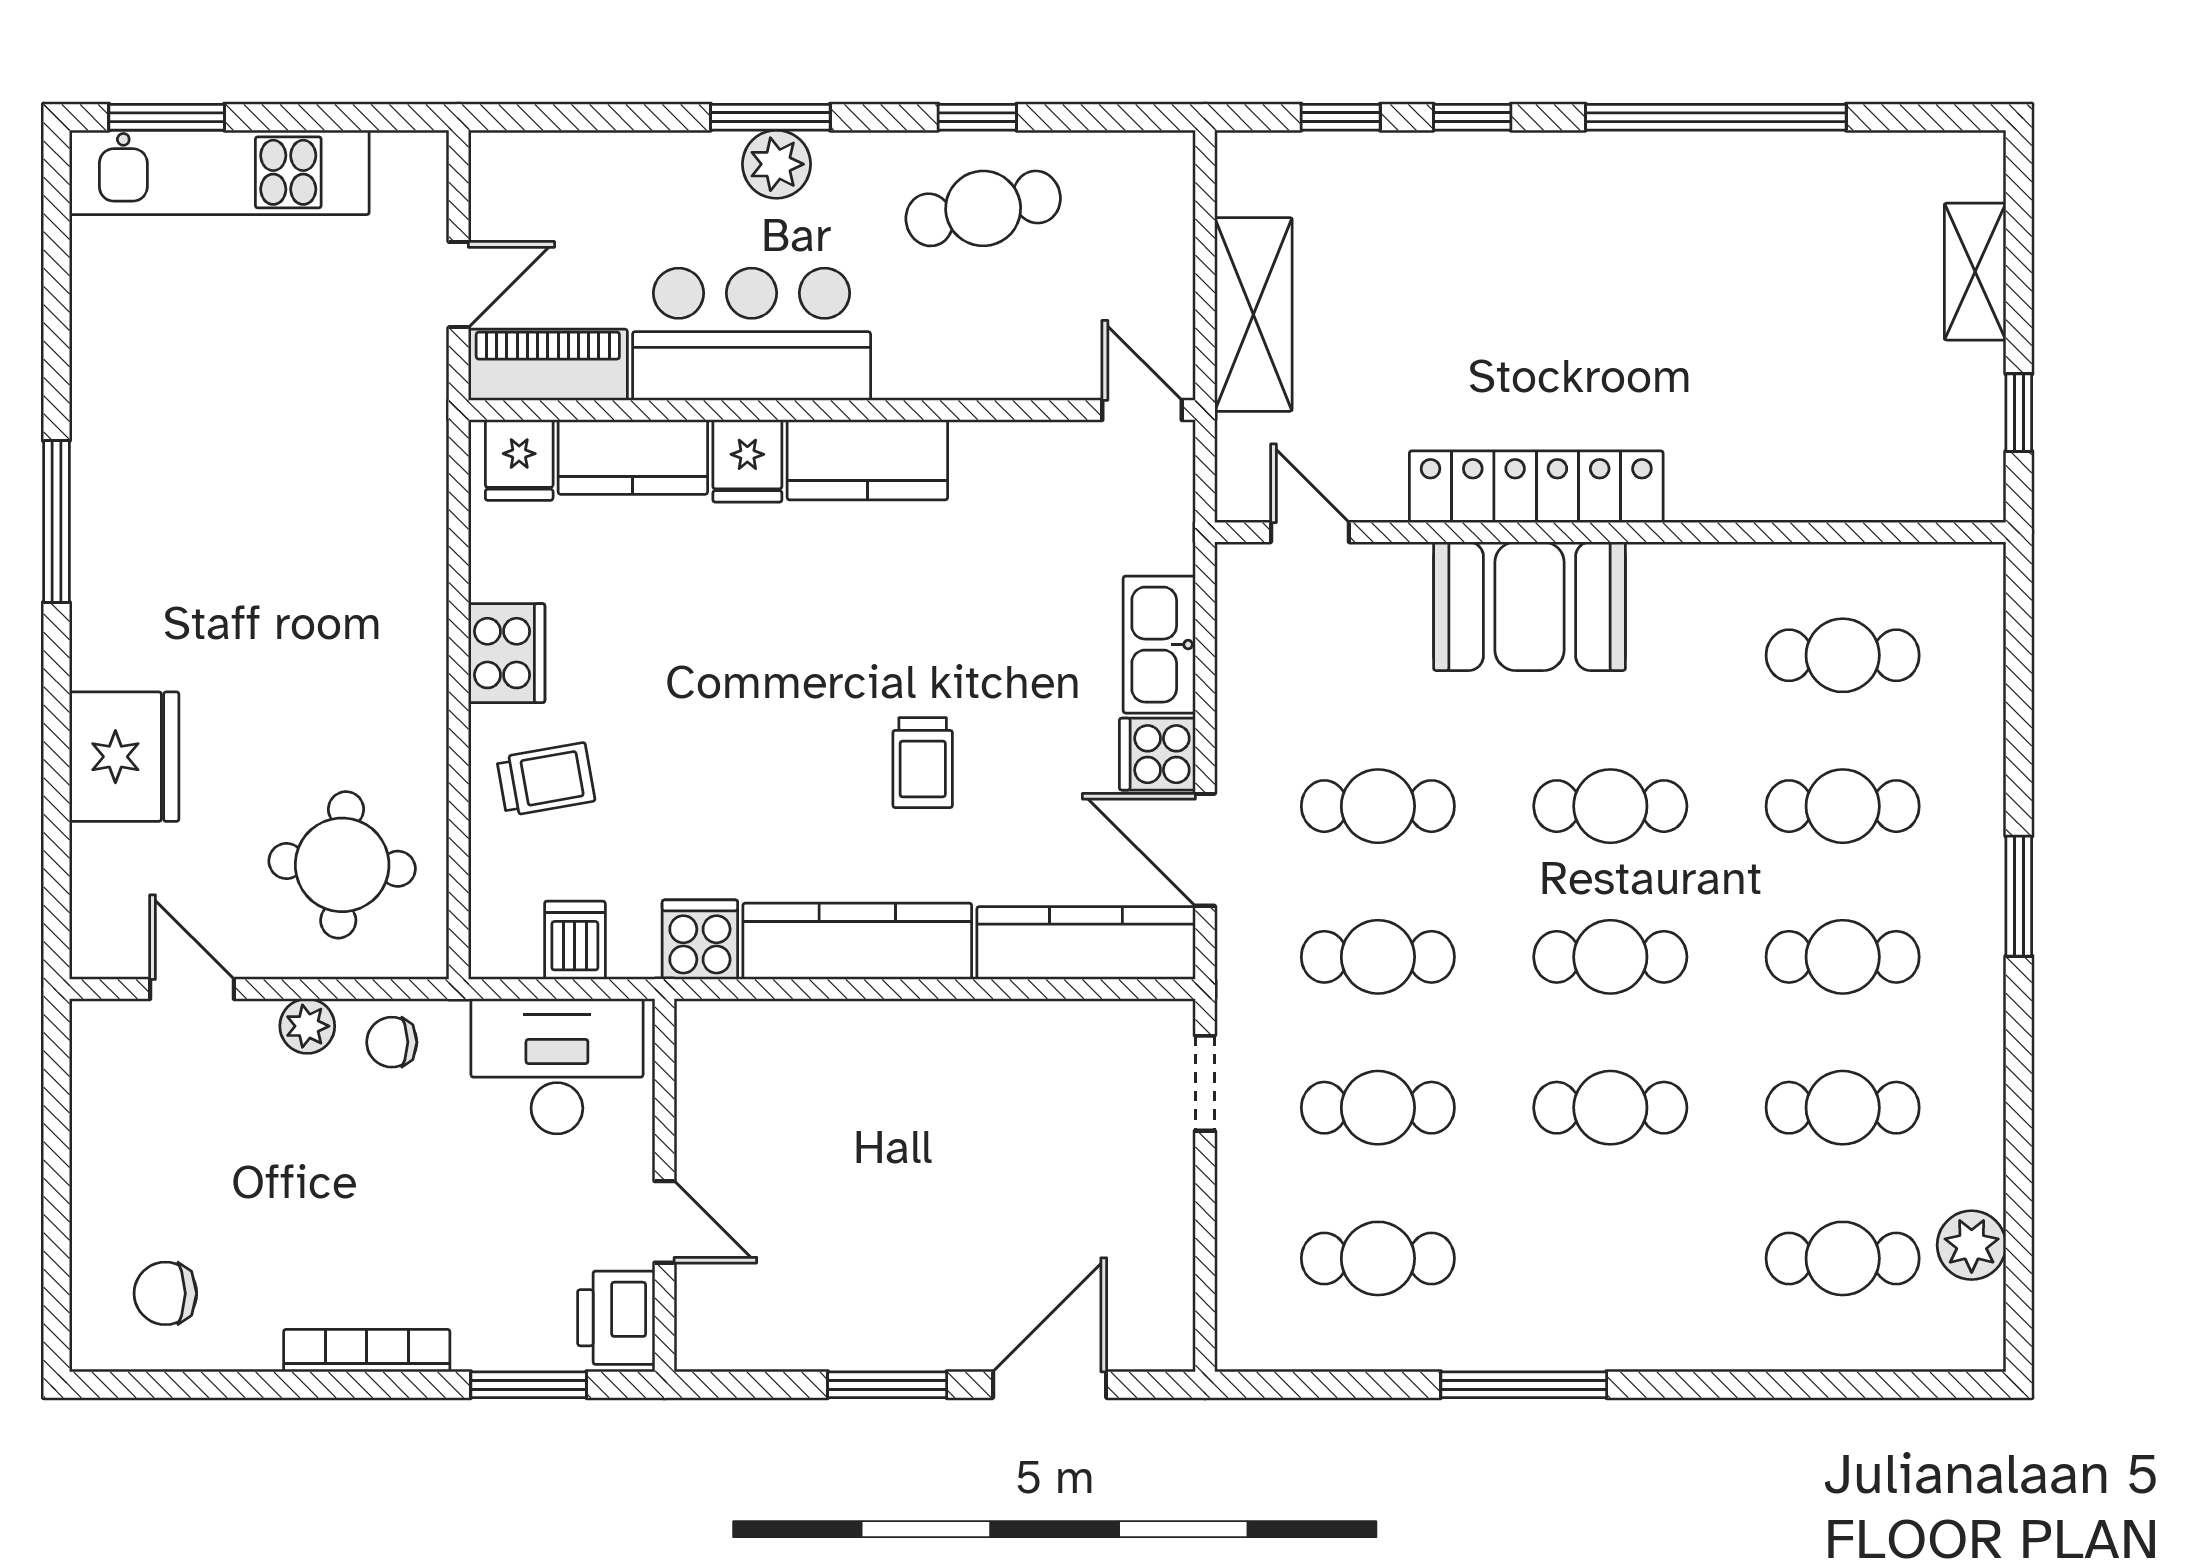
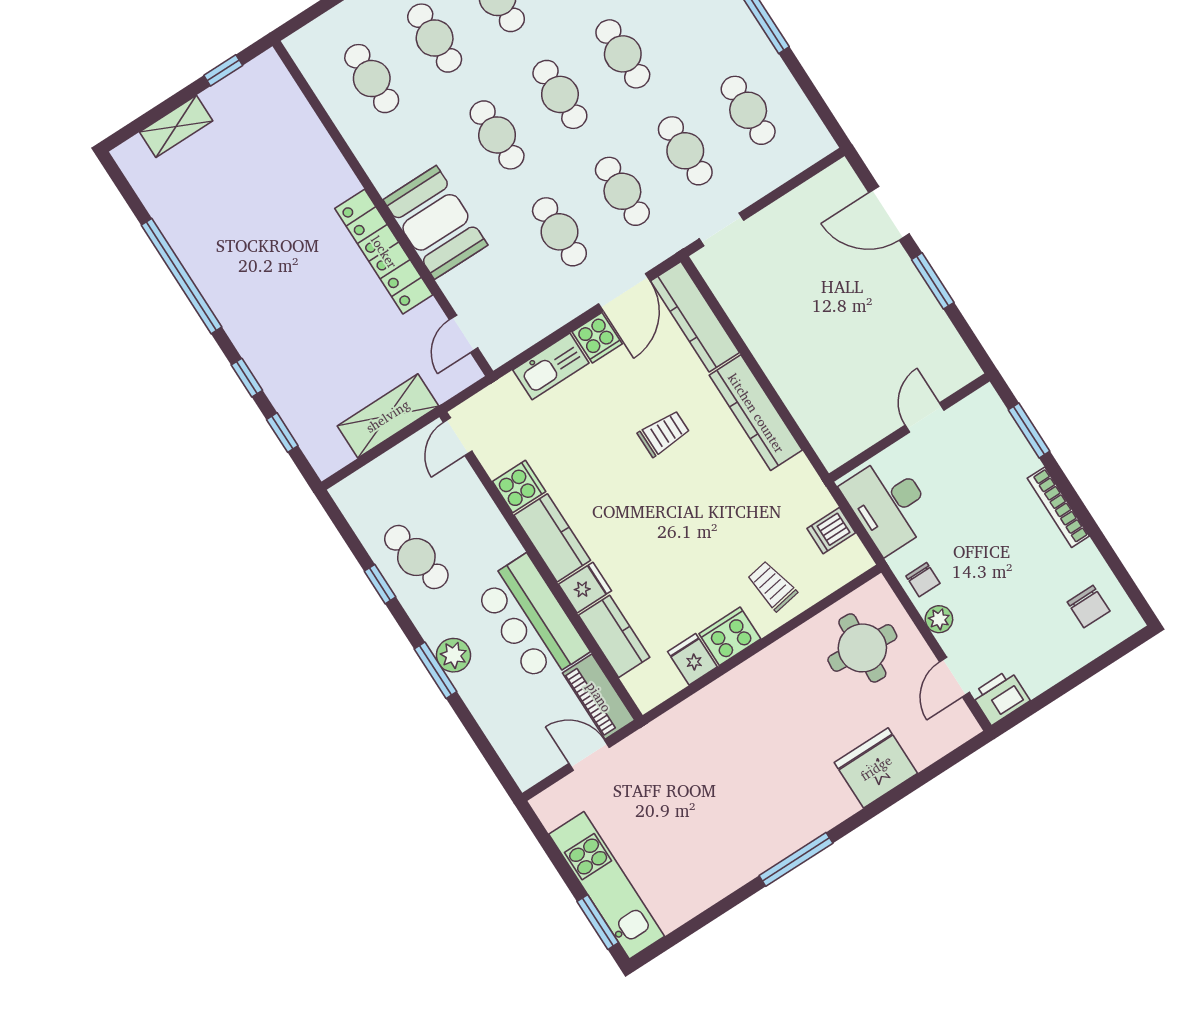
fridge: (519, 460) -> (692, 659), moved, turned -90
cooker: (700, 940) -> (519, 487), moved, turned 180
printer: (616, 1318) -> (1001, 697), moved, turned 180

